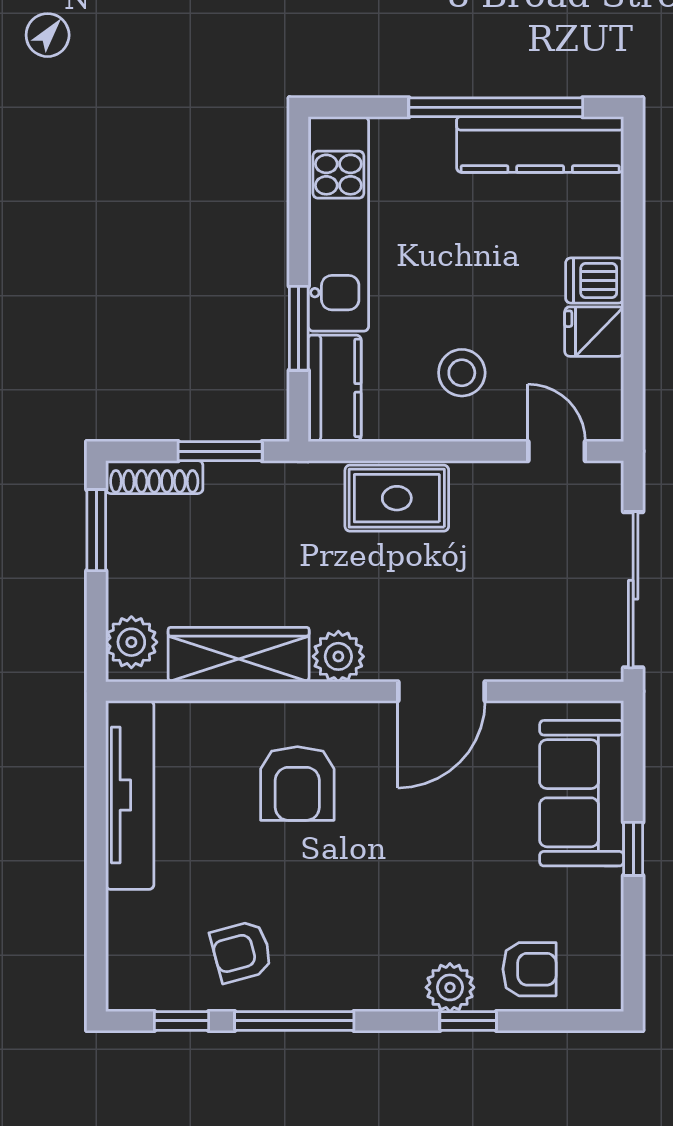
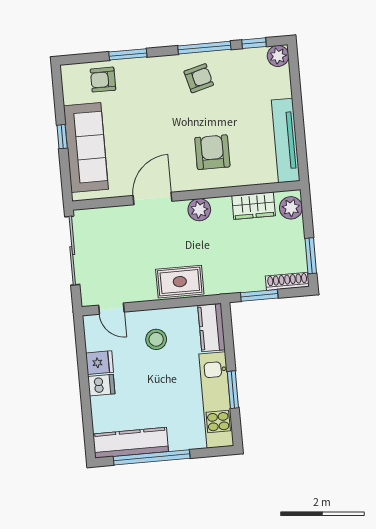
window: (299, 328) -> (233, 390), moved
wardrobe: (239, 655) -> (254, 206), width x0.67
sofa: (582, 793) -> (86, 148), width x1.36
armchair: (241, 952) -> (199, 78), moved
plant: (450, 987) -> (278, 56), moved
window: (468, 1021) -> (128, 54), width x1.50

